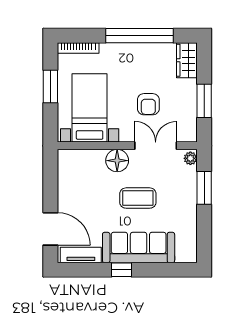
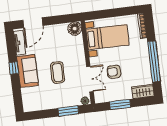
window: (50, 87) -> (117, 12), removed
floor lamp: (117, 161) -> (75, 29), moved
sofa: (139, 247) -> (28, 71), width x0.73

